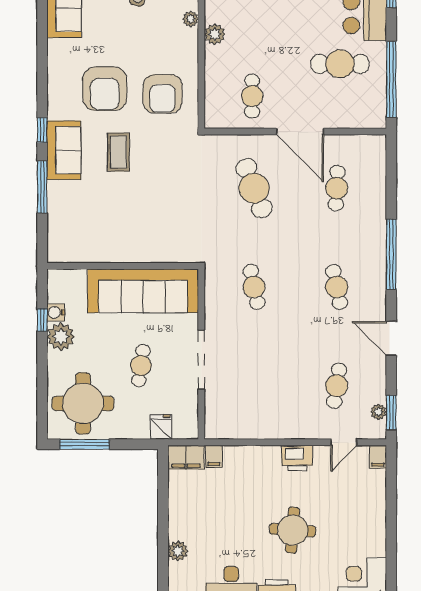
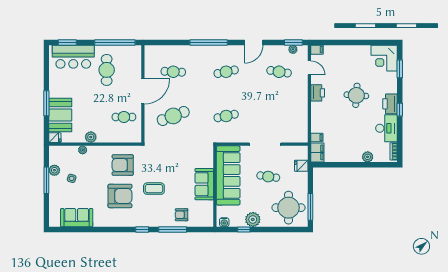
armchair: (163, 94) -> (123, 165), turned 180
sofa: (64, 150) -> (204, 184), moved, turned -90
armchair: (70, 204) -> (182, 215), added
water cooler: (56, 313) -> (224, 222), moved

